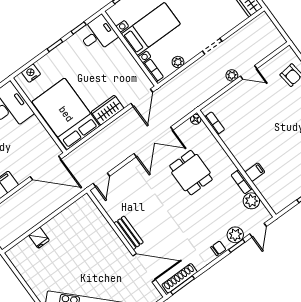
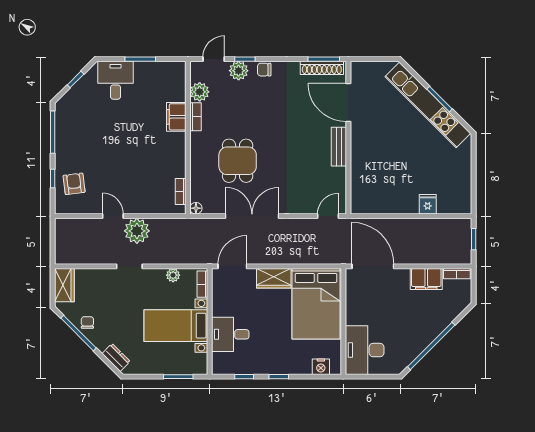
desk: (98, 34) -> (230, 334), moved
plant: (232, 75) -> (137, 231), width x1.88, depth x1.88
filing cabinet: (255, 172) -> (176, 117), width x2.00

